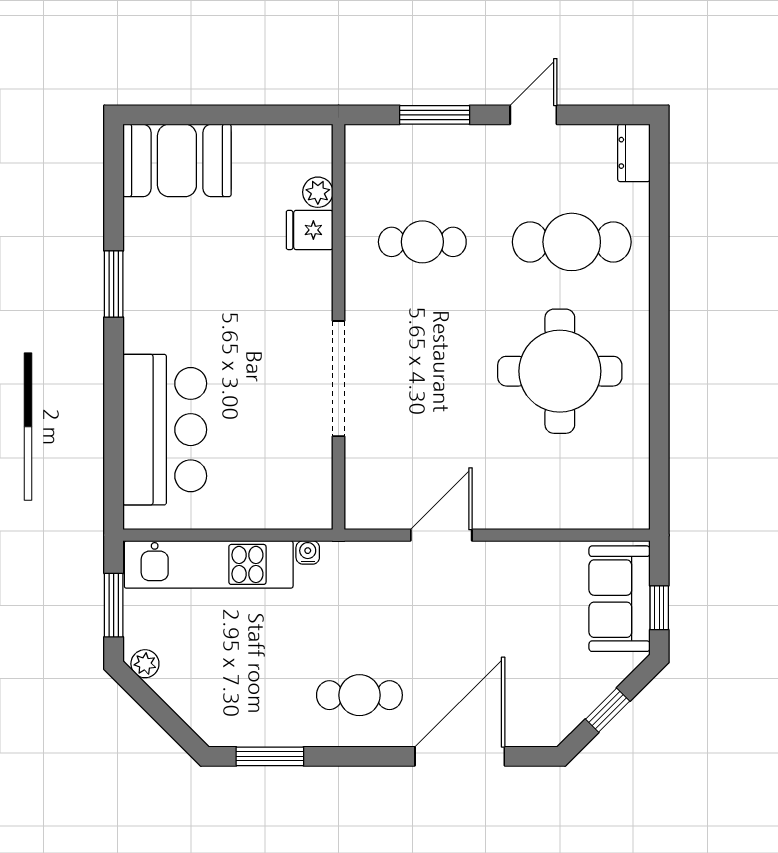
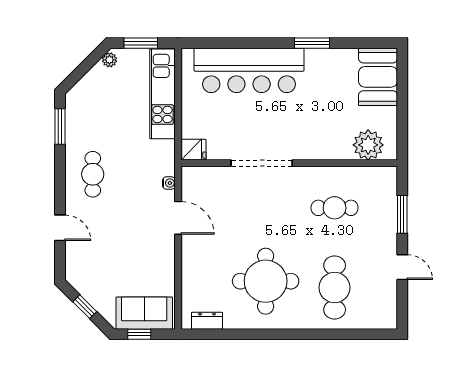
dresser: (634, 153) -> (207, 321), moved
plant: (318, 192) -> (368, 145), width x1.88, depth x1.88
fridge: (310, 230) -> (193, 150), moved, turned 90
cafe table: (422, 242) -> (335, 208), turned 90
bar counter: (165, 430) -> (249, 70), width x1.36
water cooler: (308, 552) -> (169, 183), moved
door: (460, 756) -> (60, 228), width x0.53

